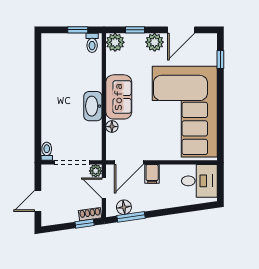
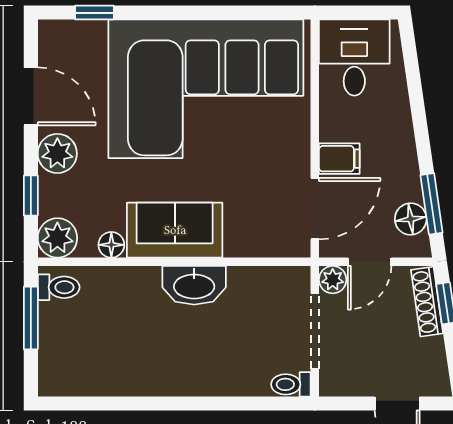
window: (78, 30) -> (31, 318), width x1.50
floor lamp: (112, 127) -> (111, 245), moved
door: (129, 162) -> (315, 209), hinge flipped
shoe rack: (90, 214) -> (427, 302), width x1.43

